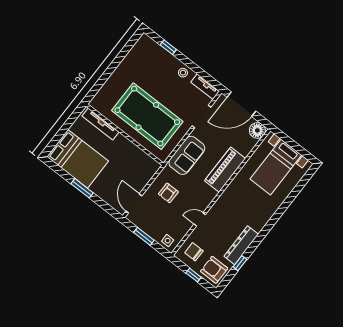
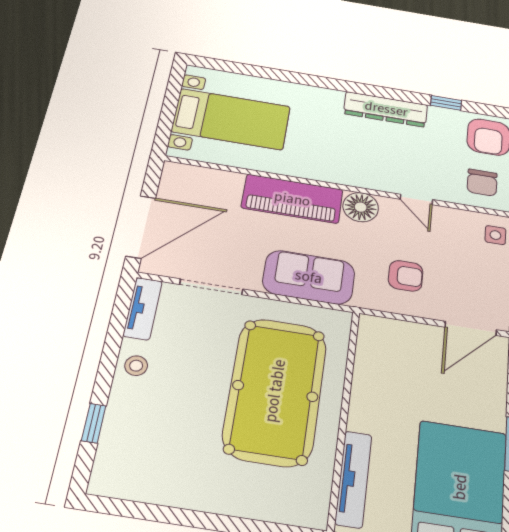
door: (241, 104) -> (141, 227), hinge flipped
floor lamp: (257, 130) -> (361, 207), moved
dresser: (241, 245) -> (386, 109), moved

